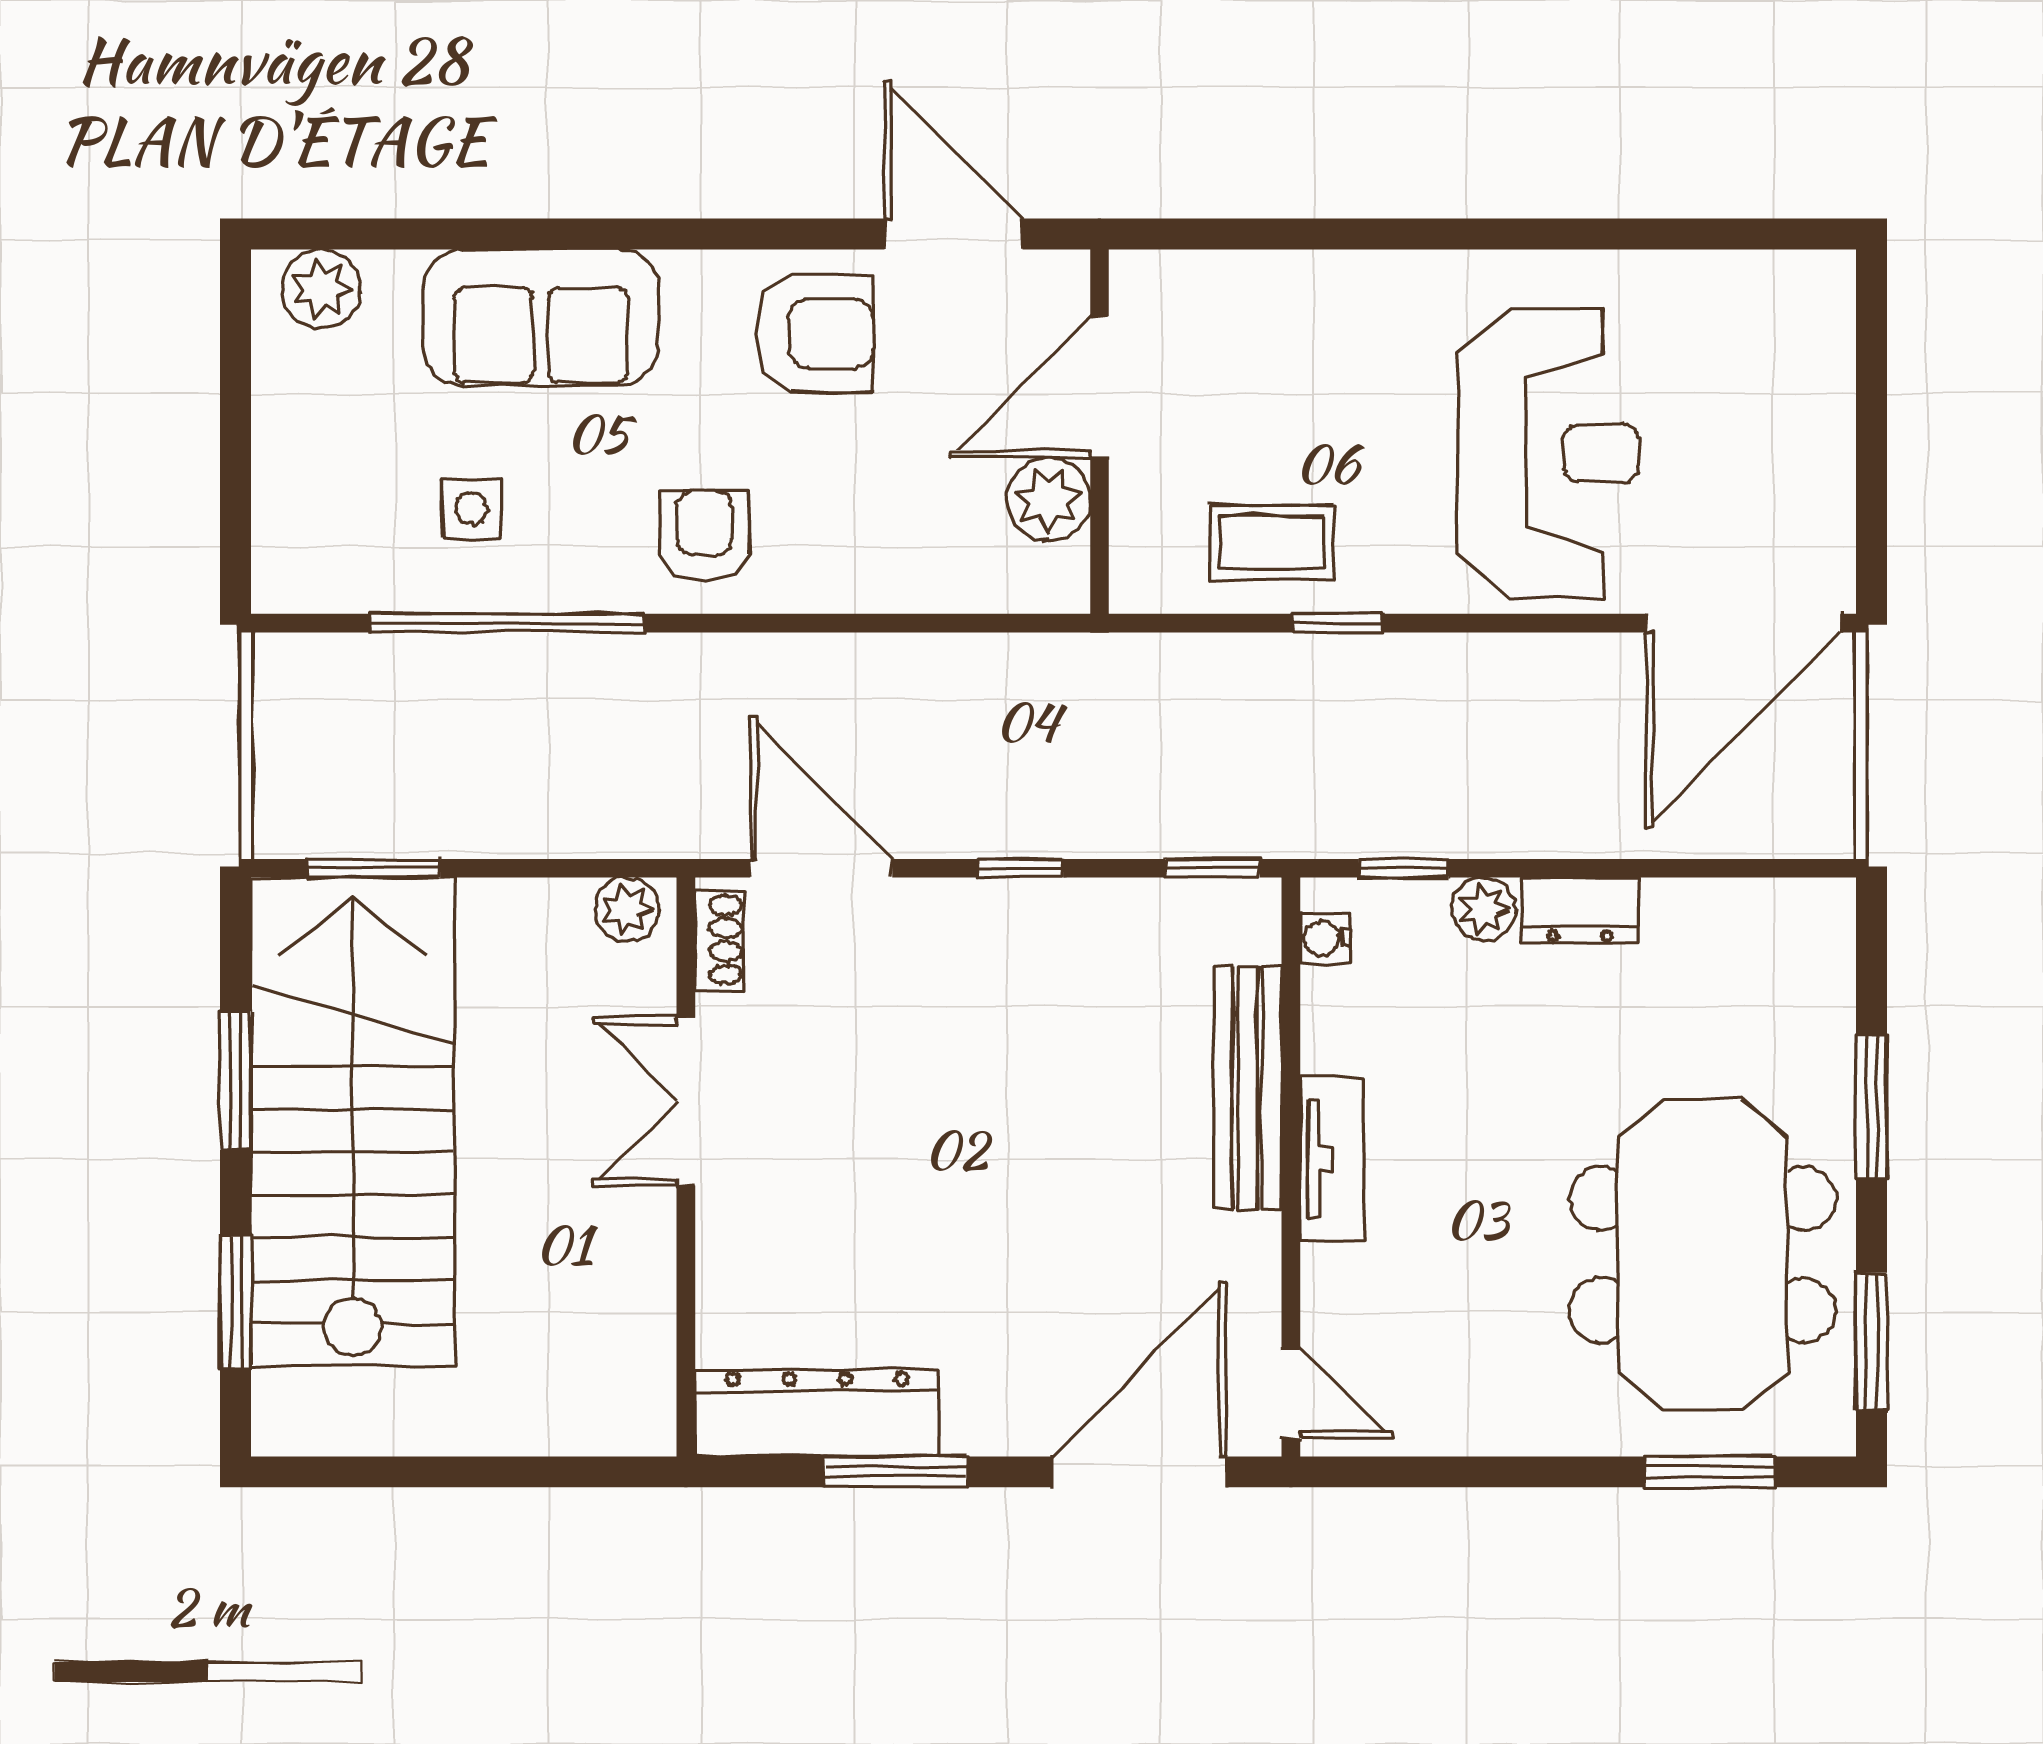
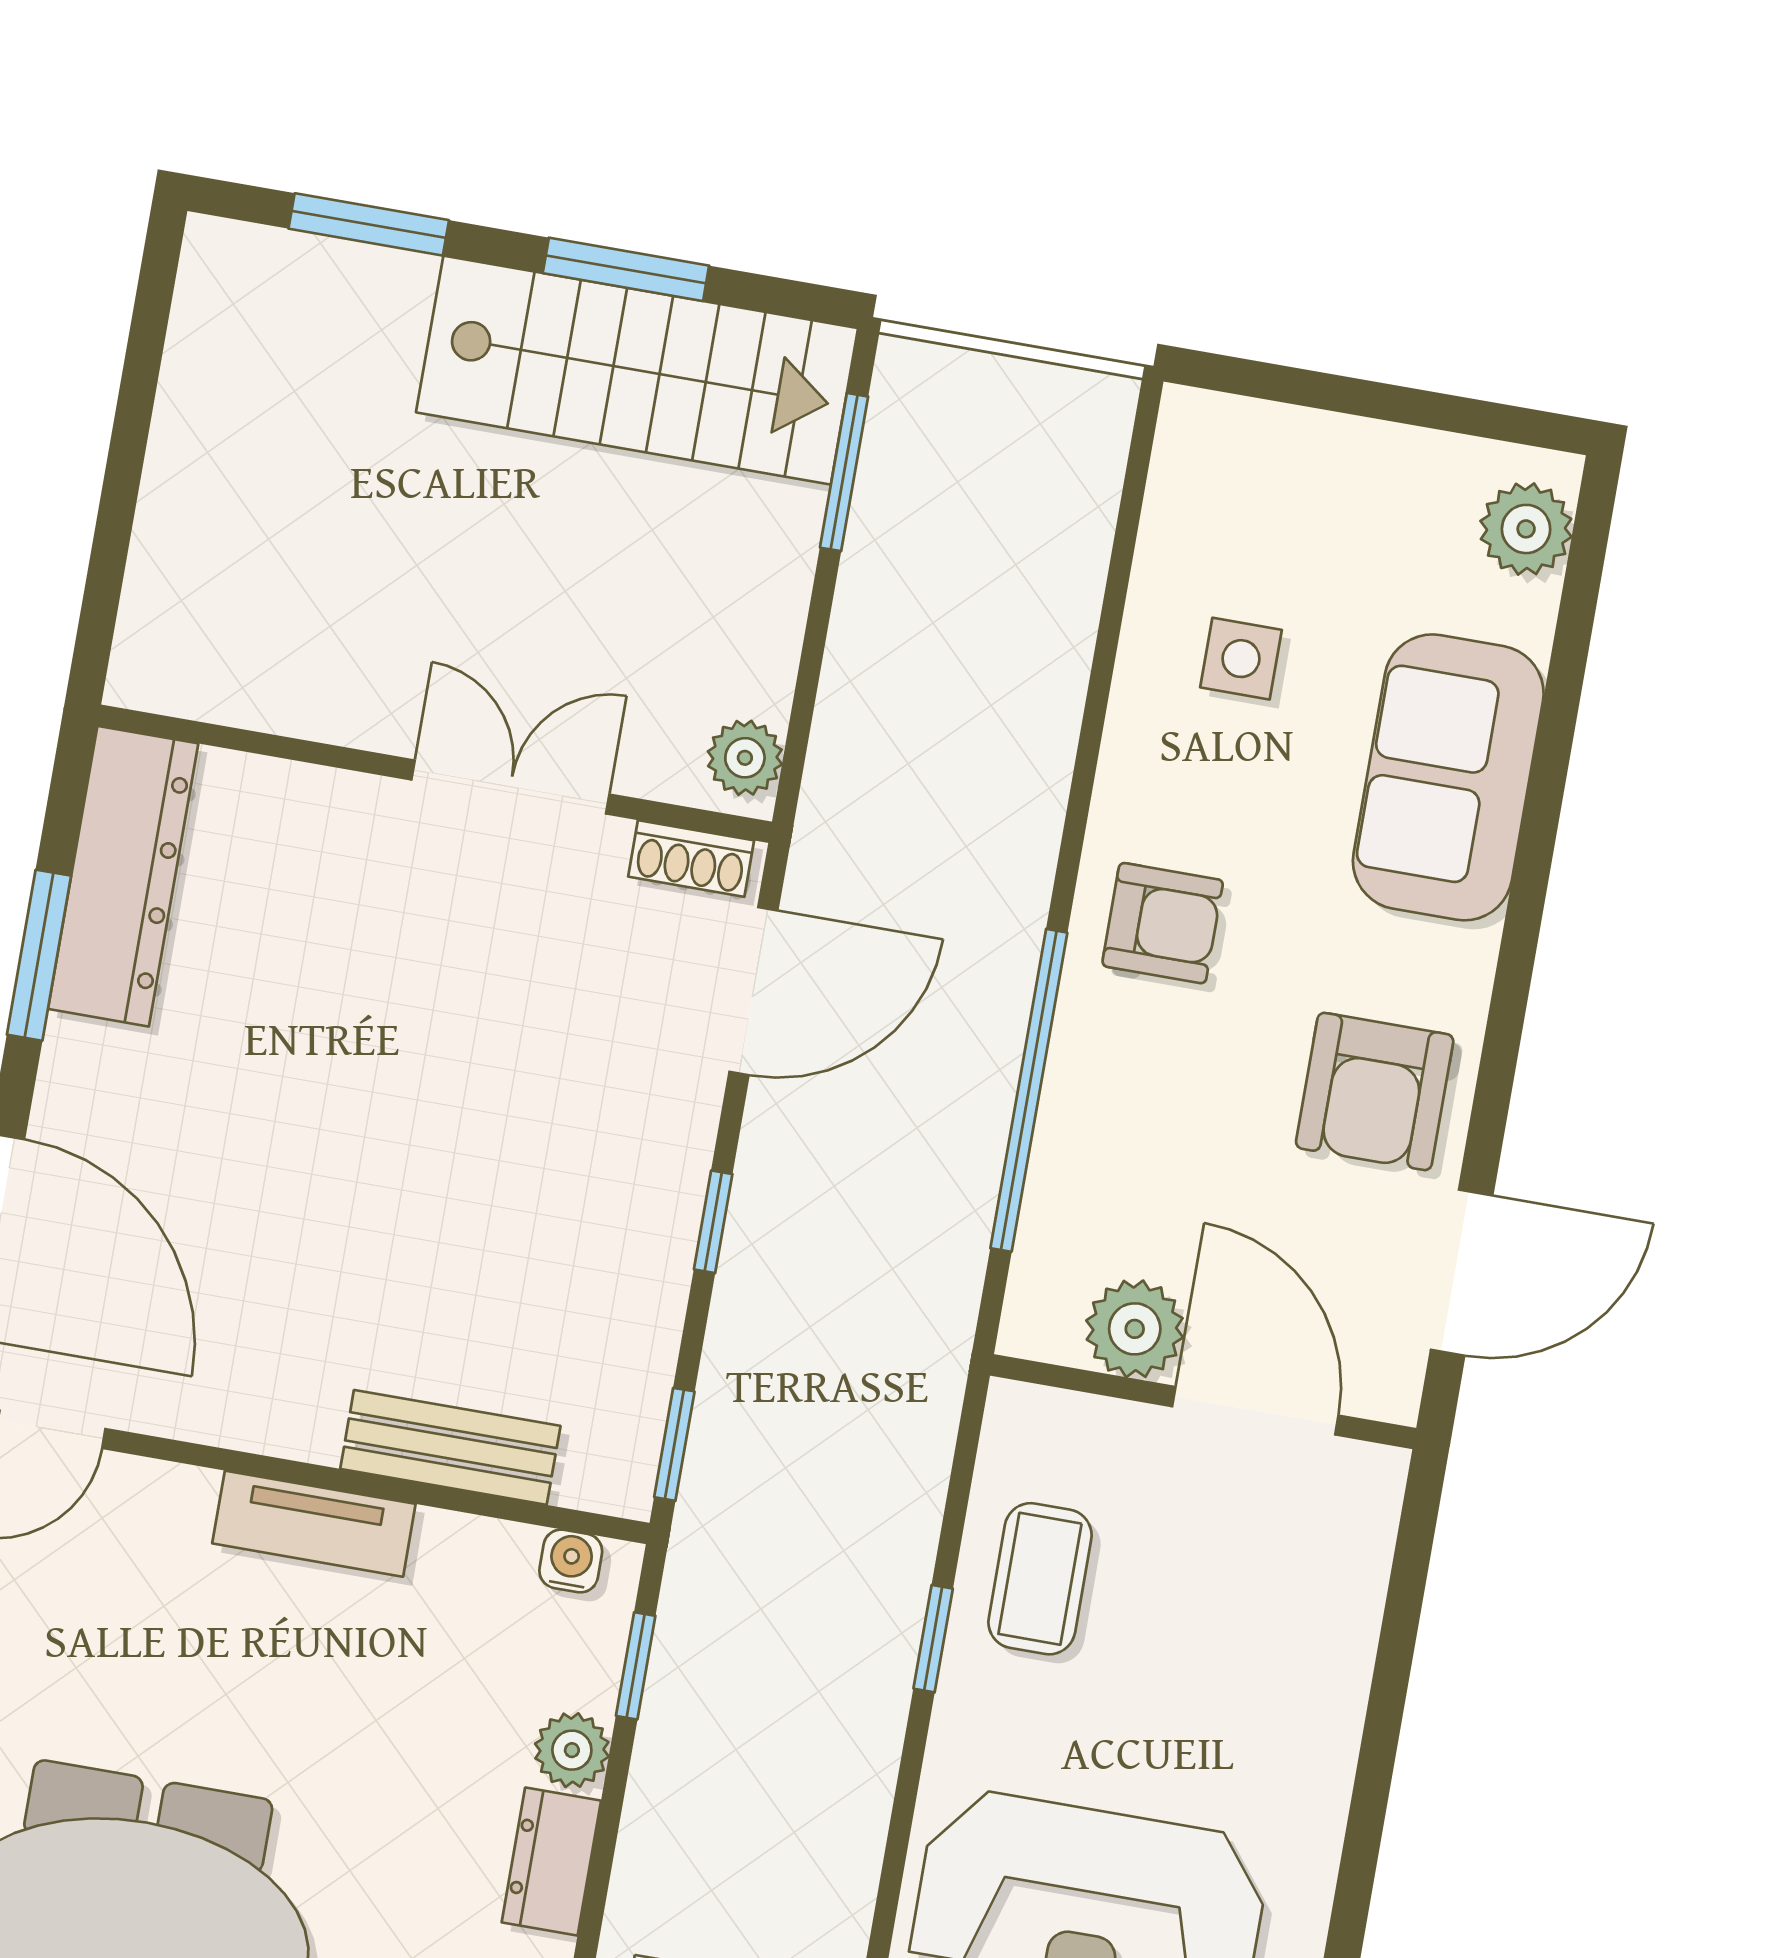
window: (507, 623) -> (1029, 1090), moved
bench: (1248, 1088) -> (450, 1447), width x0.73
stairs: (353, 1122) -> (637, 370), width x0.73, depth x0.66

